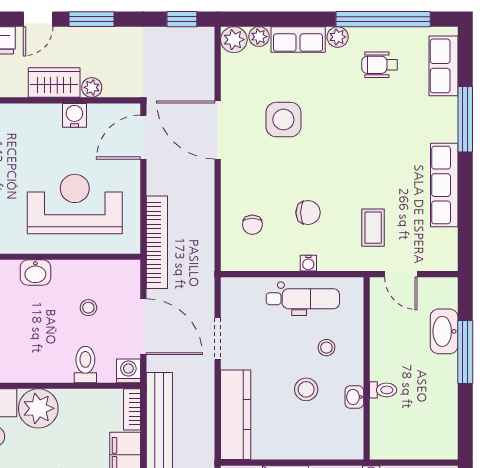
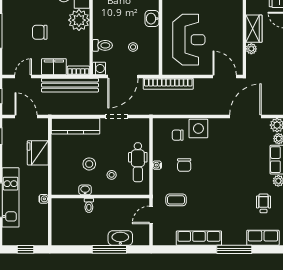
water cooler: (74, 115) -> (236, 40), removed
side table: (283, 120) -> (198, 129), moved
door: (218, 130) -> (245, 116), moved

